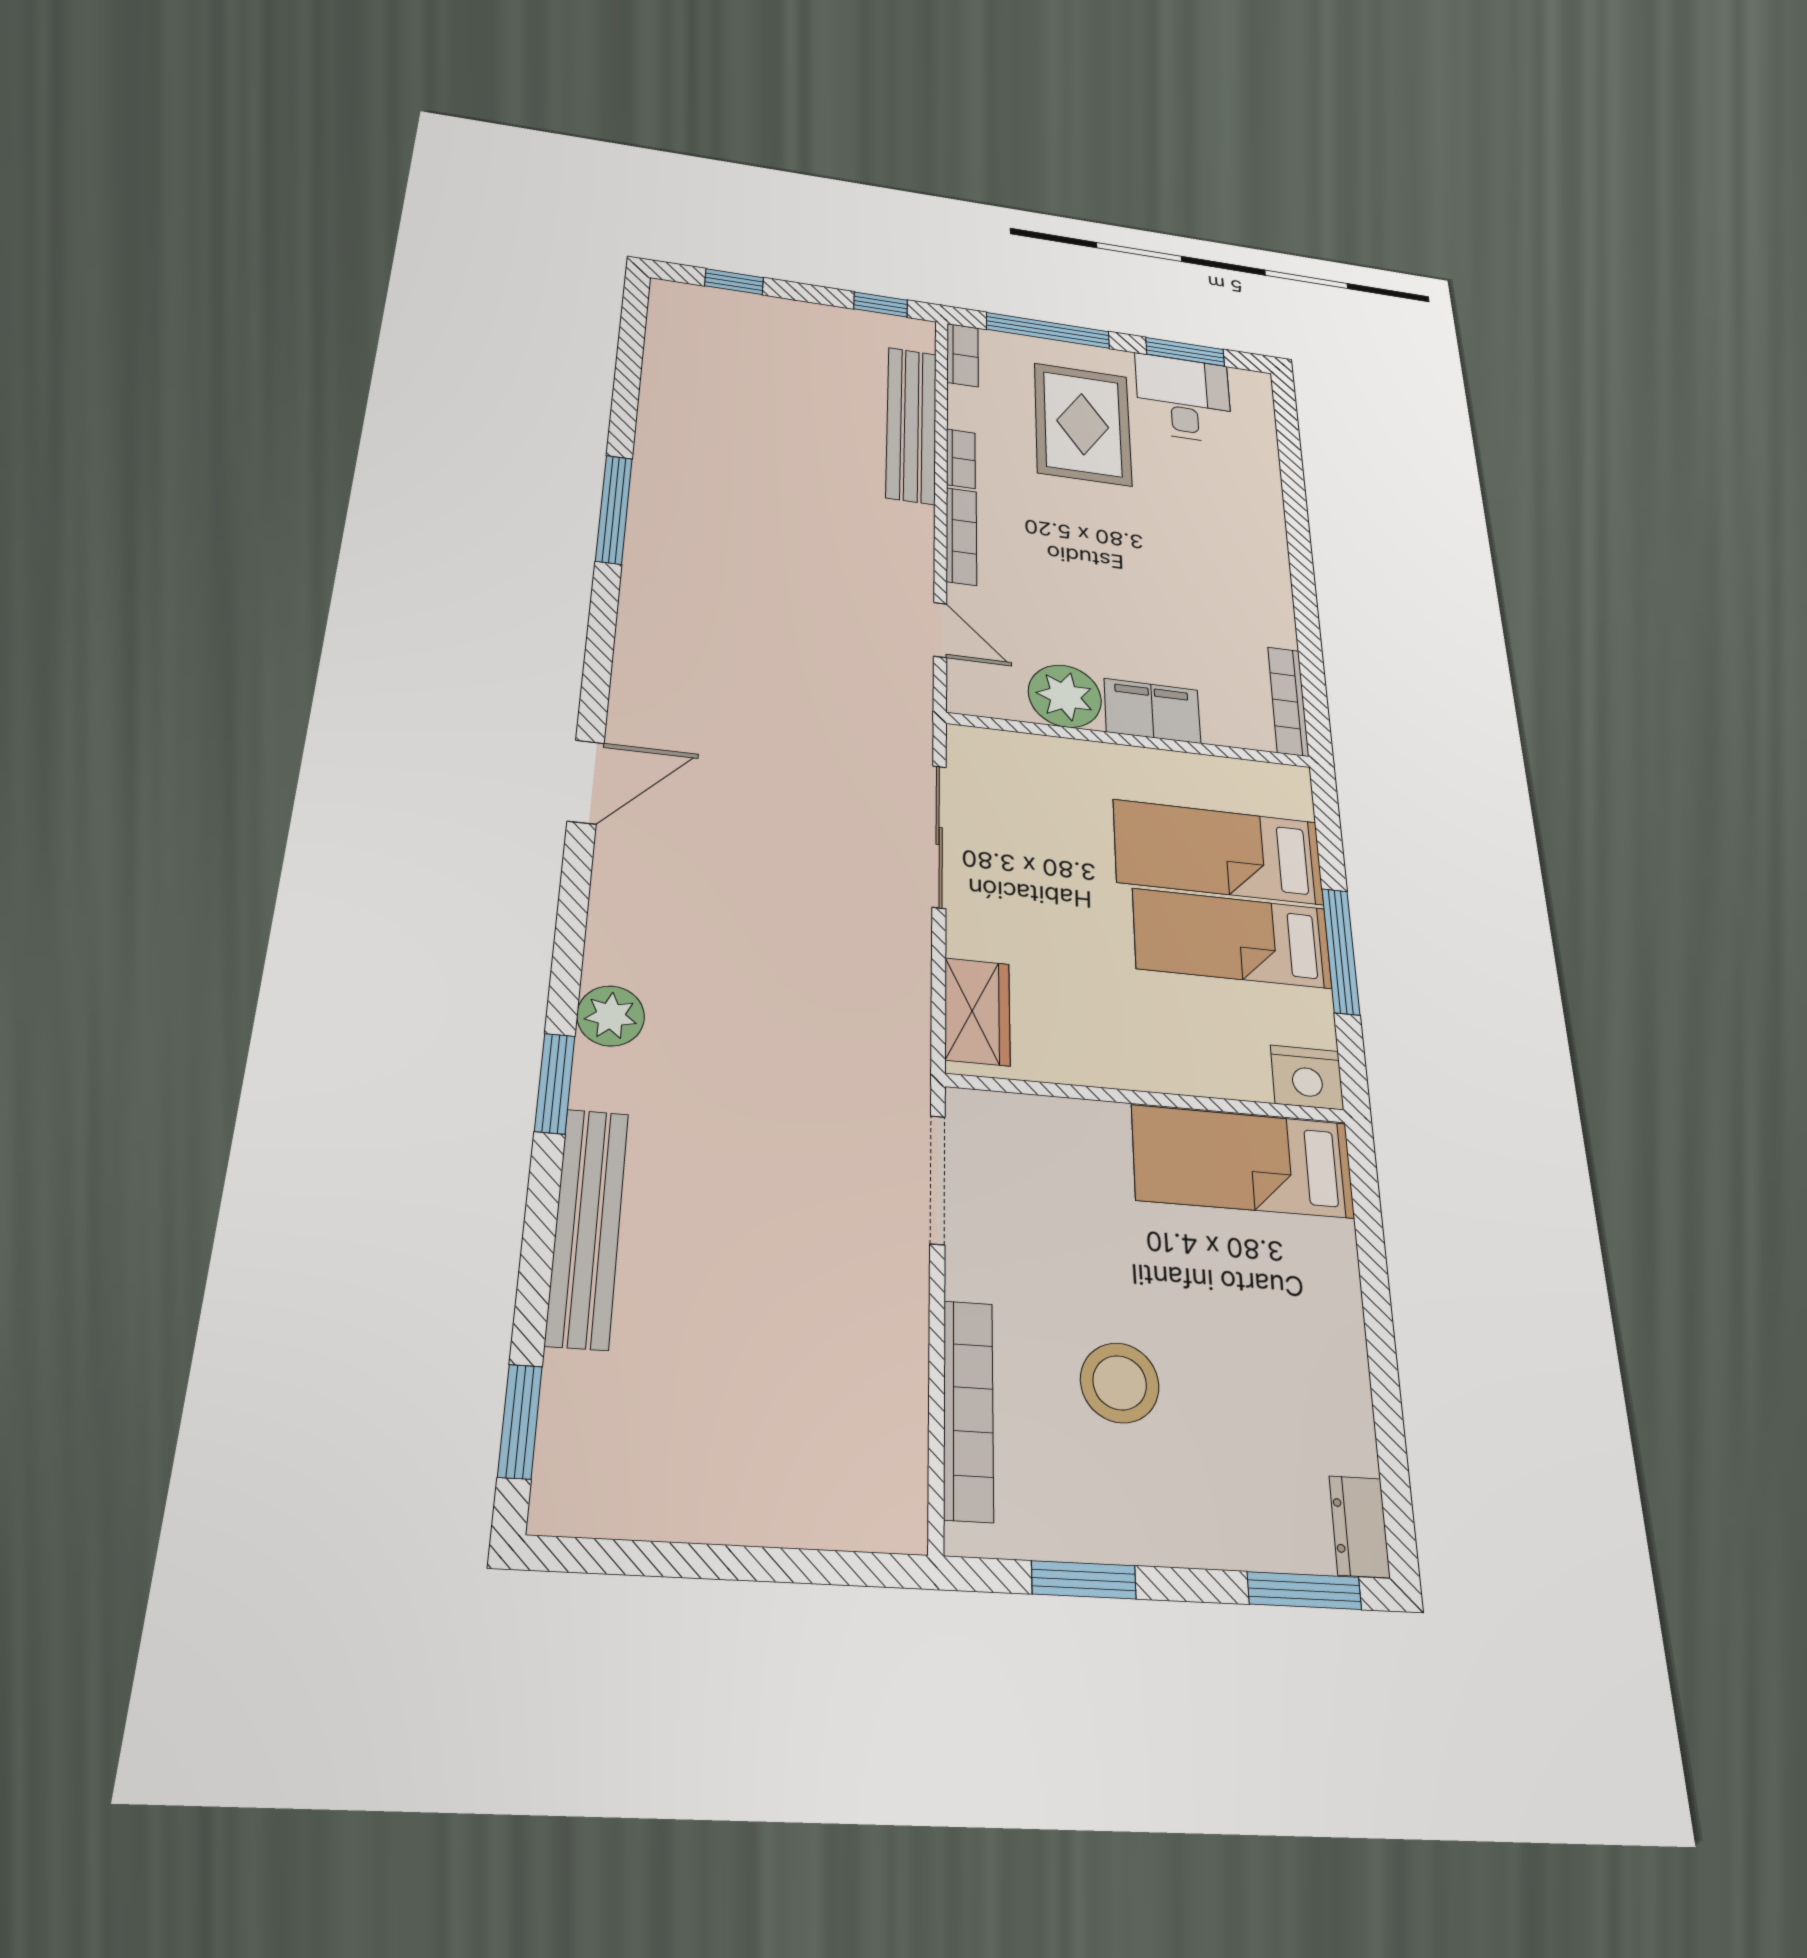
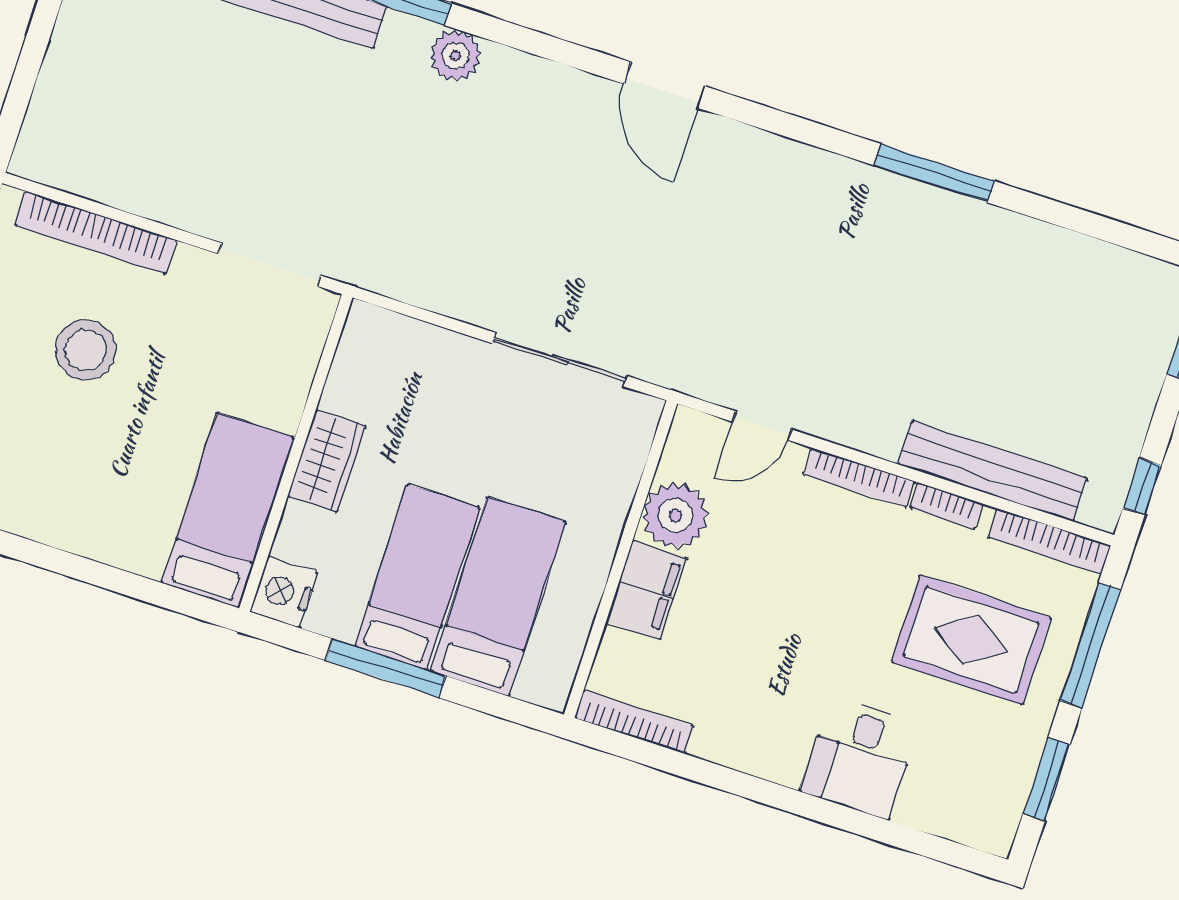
bookcase: (962, 355) -> (1049, 541), width x1.56
desk: (1183, 398) -> (860, 758), moved, turned 90
wardrobe: (977, 1012) -> (327, 461), moved, turned -90

